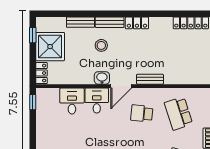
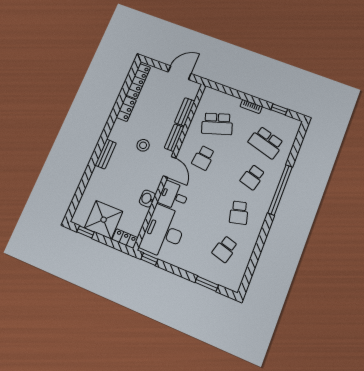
bench: (80, 22) -> (185, 112), moved
locker: (137, 23) -> (126, 109), moved
stool: (101, 45) -> (143, 145), moved
washbasin: (102, 78) -> (147, 199), moved
desk: (72, 101) -> (164, 232), width x1.87, depth x1.30

